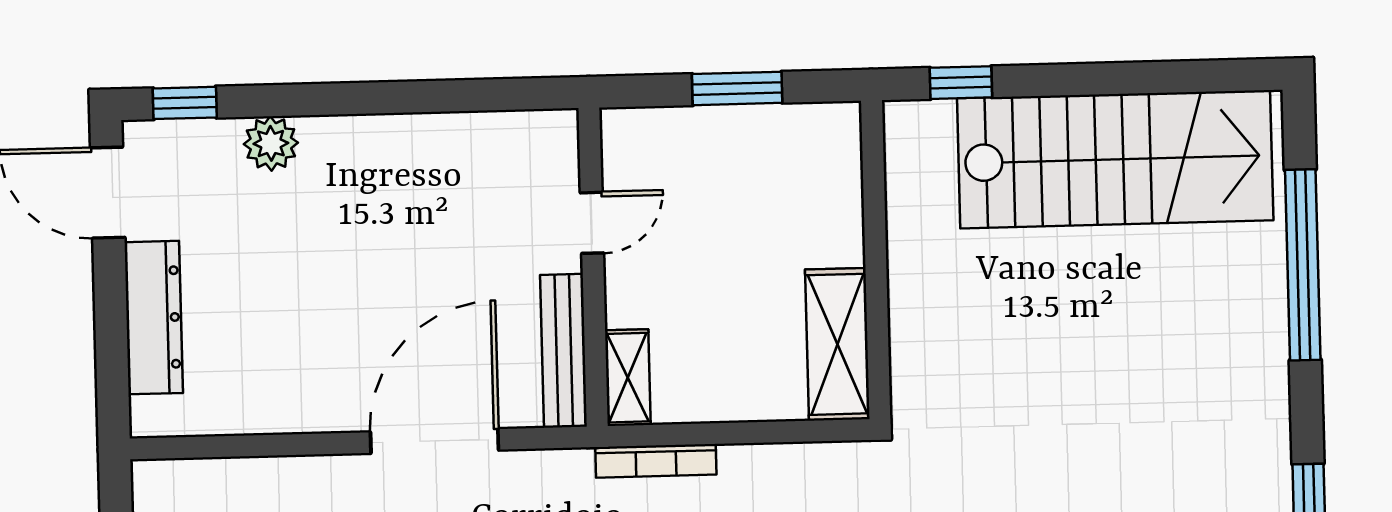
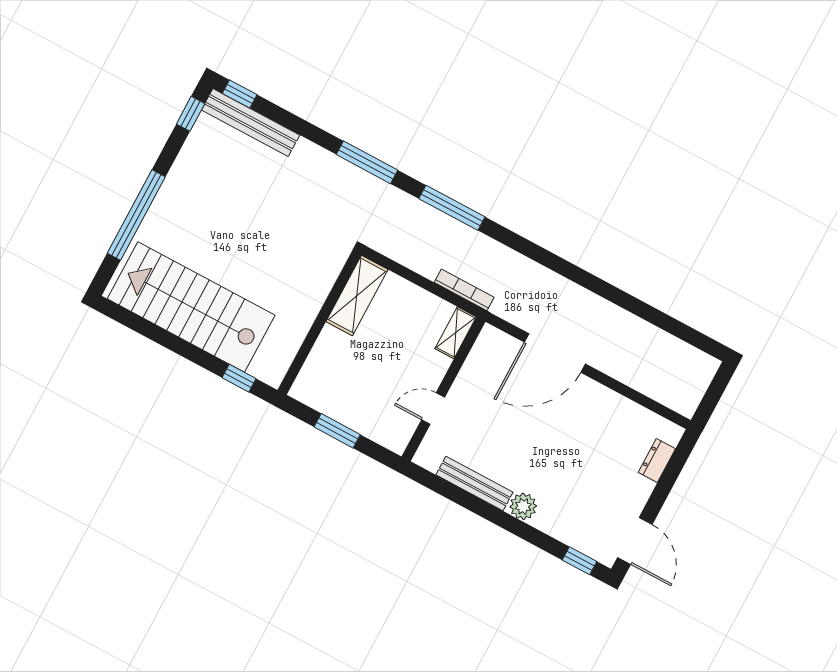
plant: (271, 143) -> (523, 506), moved
dresser: (154, 318) -> (657, 460), width x0.51, depth x0.80
bench: (564, 351) -> (474, 484), moved, turned 90

